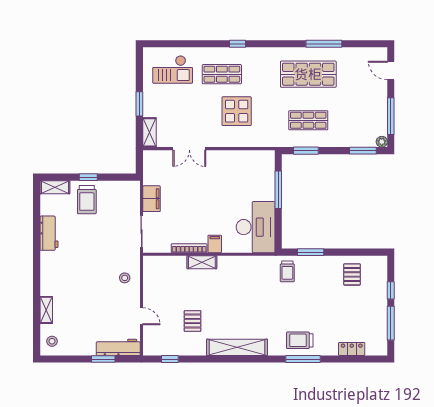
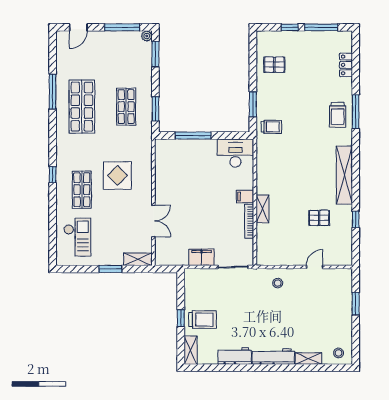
desk: (256, 227) -> (235, 153), width x0.73, depth x0.77
workbench: (118, 347) -> (273, 357), moved, turned 90
window: (170, 359) -> (356, 219), moved

